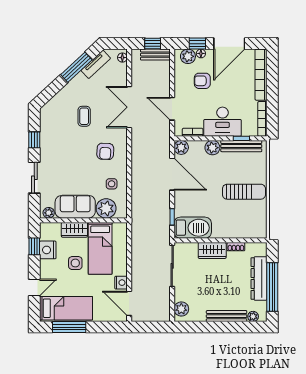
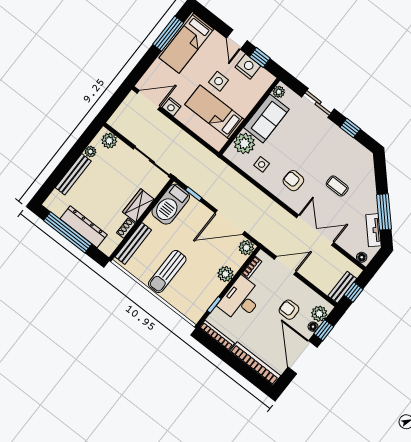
armchair: (202, 81) -> (289, 310), turned -90
bench: (241, 146) -> (133, 243), moved
wardrobe: (74, 230) -> (247, 102), removed
door: (34, 287) -> (237, 39), moved
plant: (253, 316) -> (90, 152), moved

